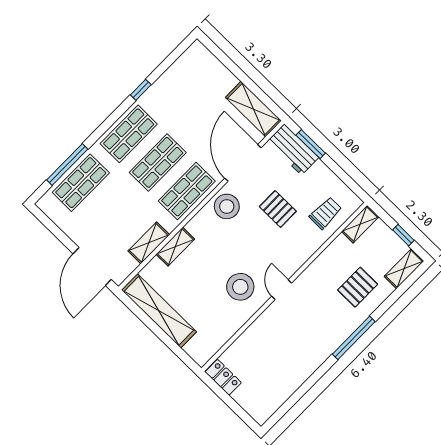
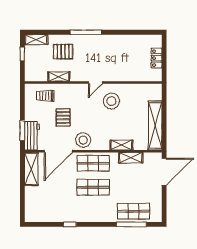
shop shelf: (129, 134) -> (93, 211), removed
shelving: (360, 224) -> (59, 77), moved
locker: (223, 377) -> (156, 58), moved

